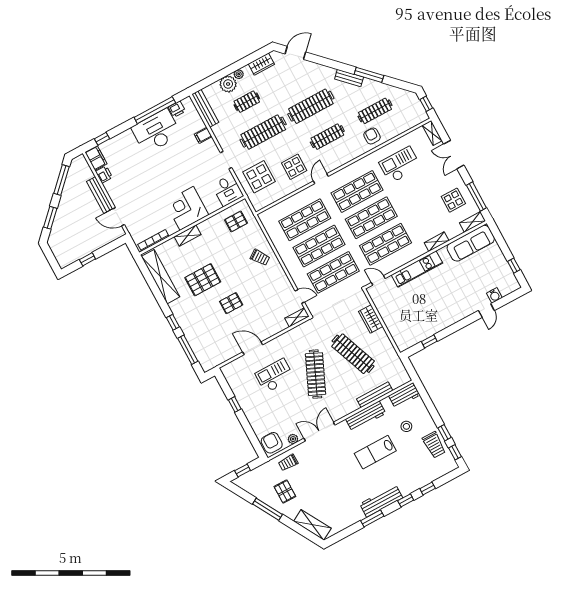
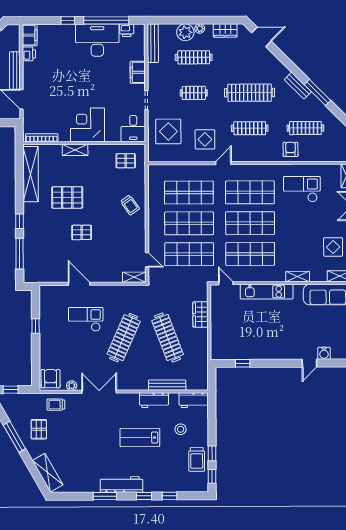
clothes rail: (247, 102) -> (194, 57), width x1.36
clothes rail: (263, 132) -> (194, 93), width x0.54, depth x0.76
filing cabinet: (203, 135) -> (138, 72), width x2.00
window: (102, 139) -> (68, 21), moved
workbench: (366, 416) -> (154, 400), width x0.73

